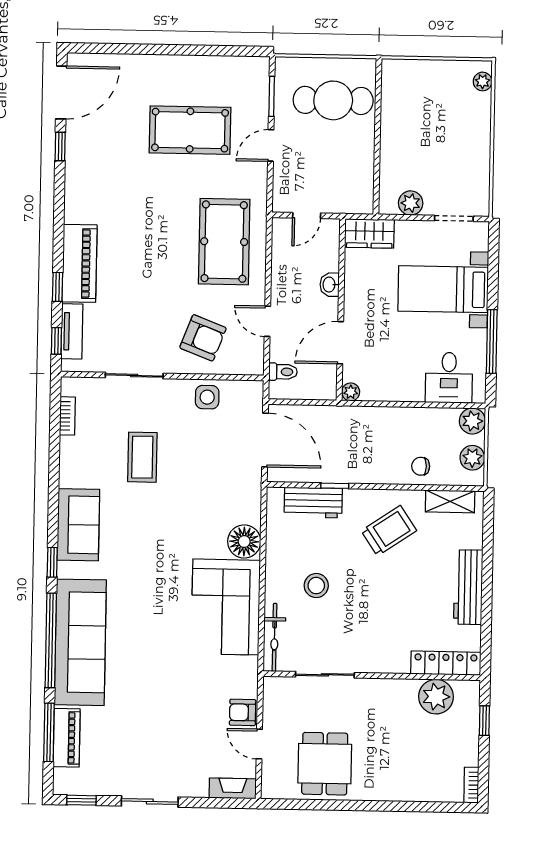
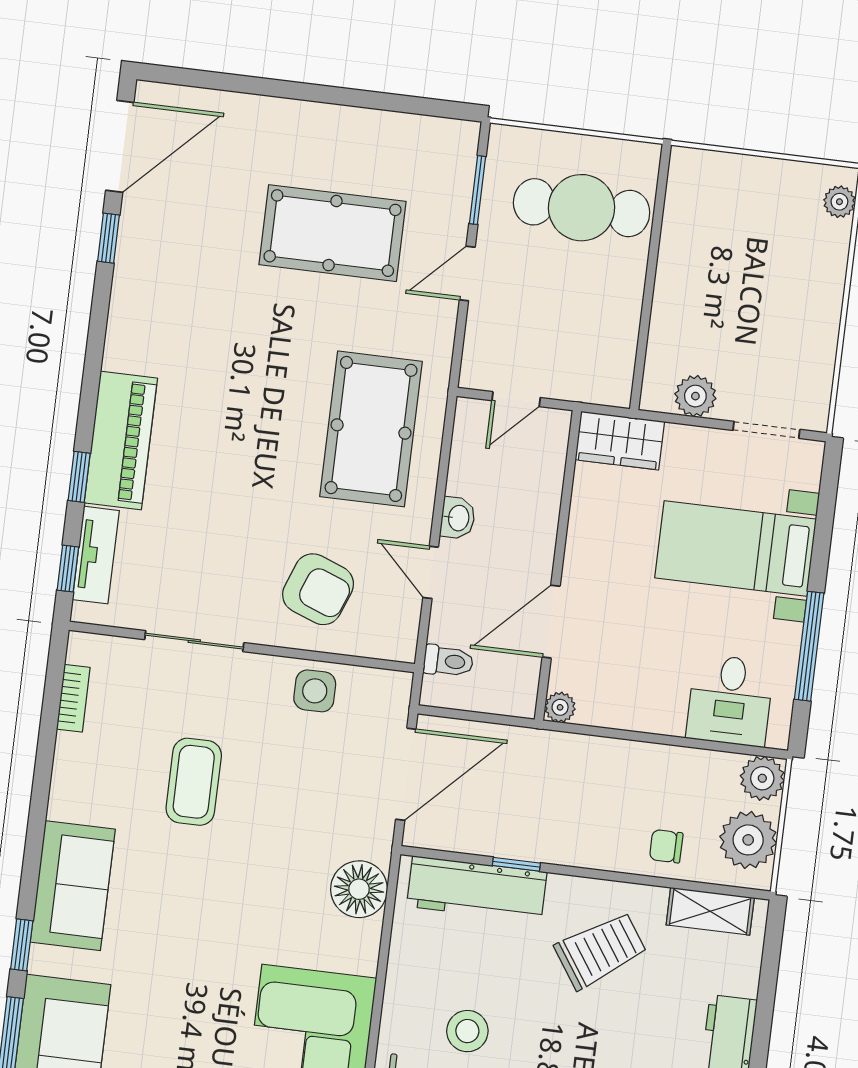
washbasin: (330, 285) -> (458, 518), moved, turned 180
door: (265, 440) -> (406, 774), hinge flipped
plant: (472, 458) -> (748, 840), width x1.36, depth x1.36
workbench: (313, 503) -> (477, 889), width x1.38
floor lamp: (244, 541) -> (359, 889), moved

